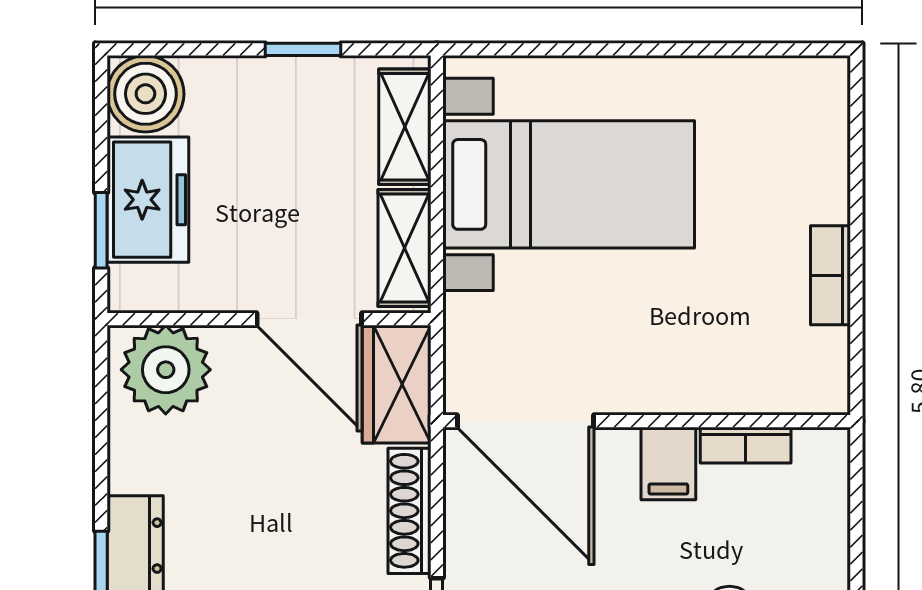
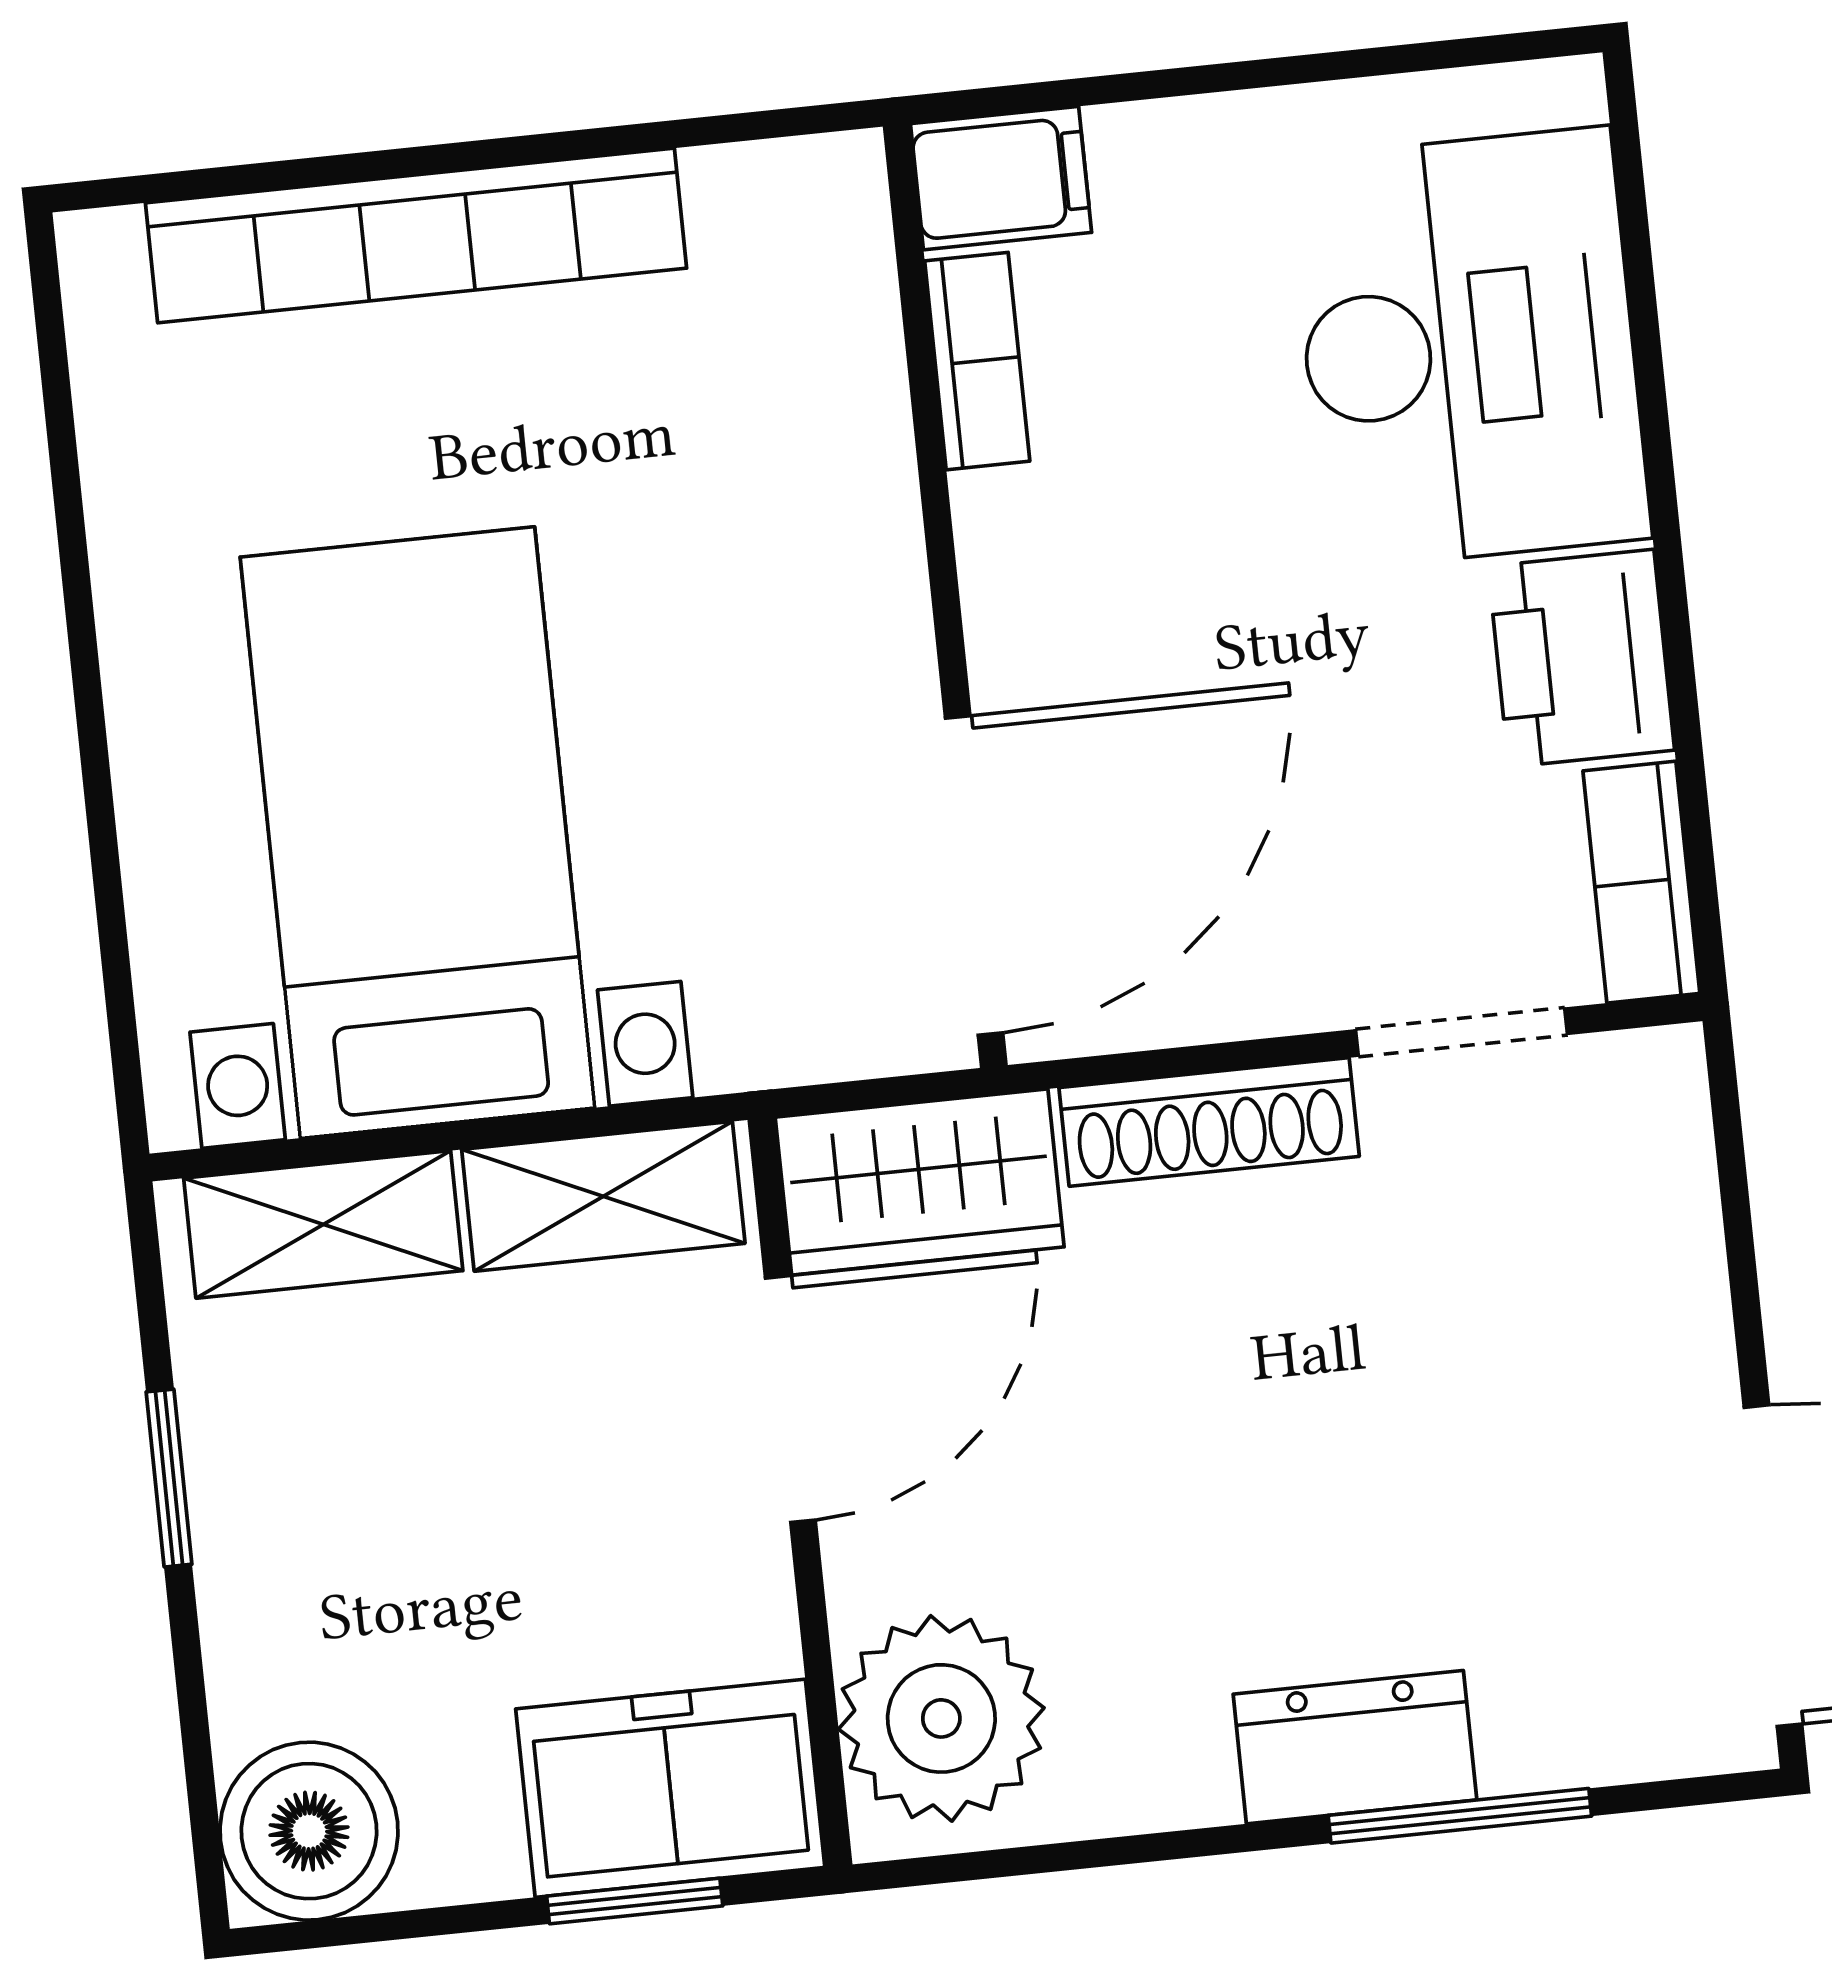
freezer: (148, 200) -> (670, 1788), moved
bookcase: (831, 275) -> (416, 236), width x2.31, depth x1.31
filing cabinet: (668, 463) -> (1001, 178), moved

